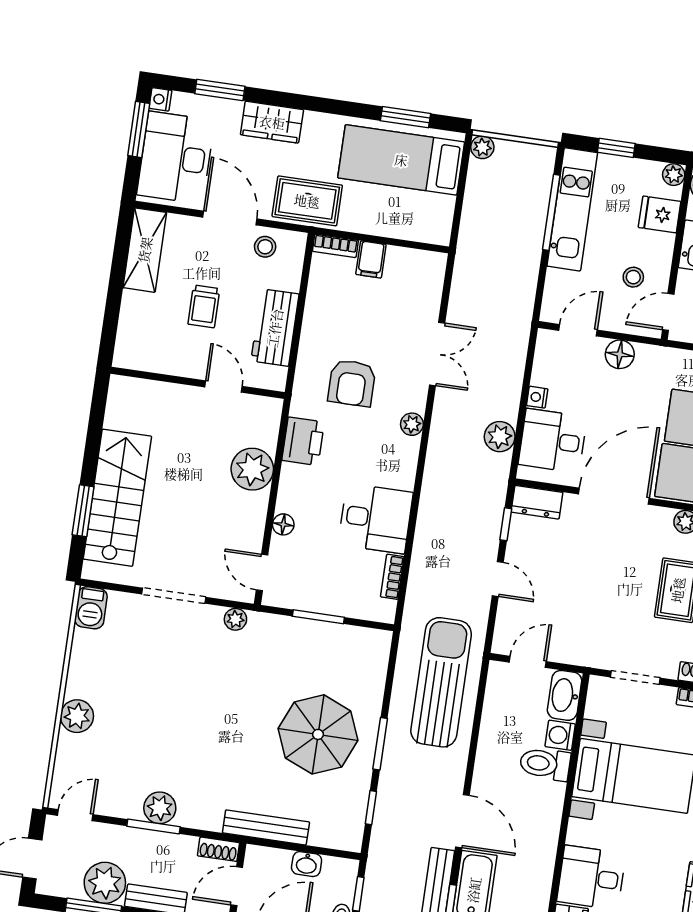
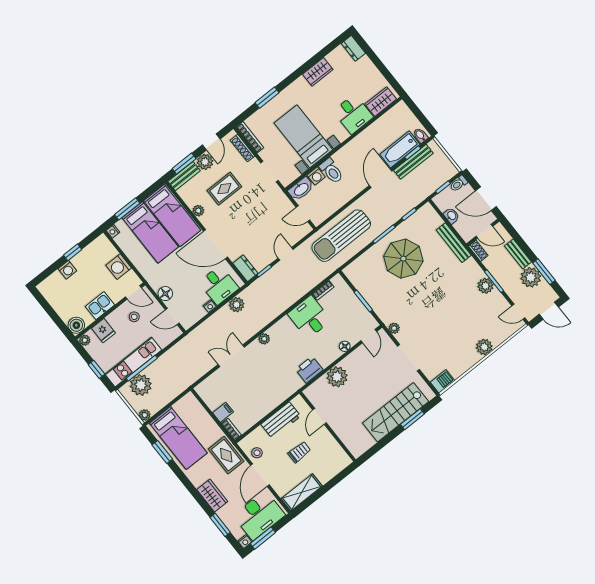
plant: (530, 186) -> (141, 385), added
armchair: (352, 383) -> (272, 374), removed

